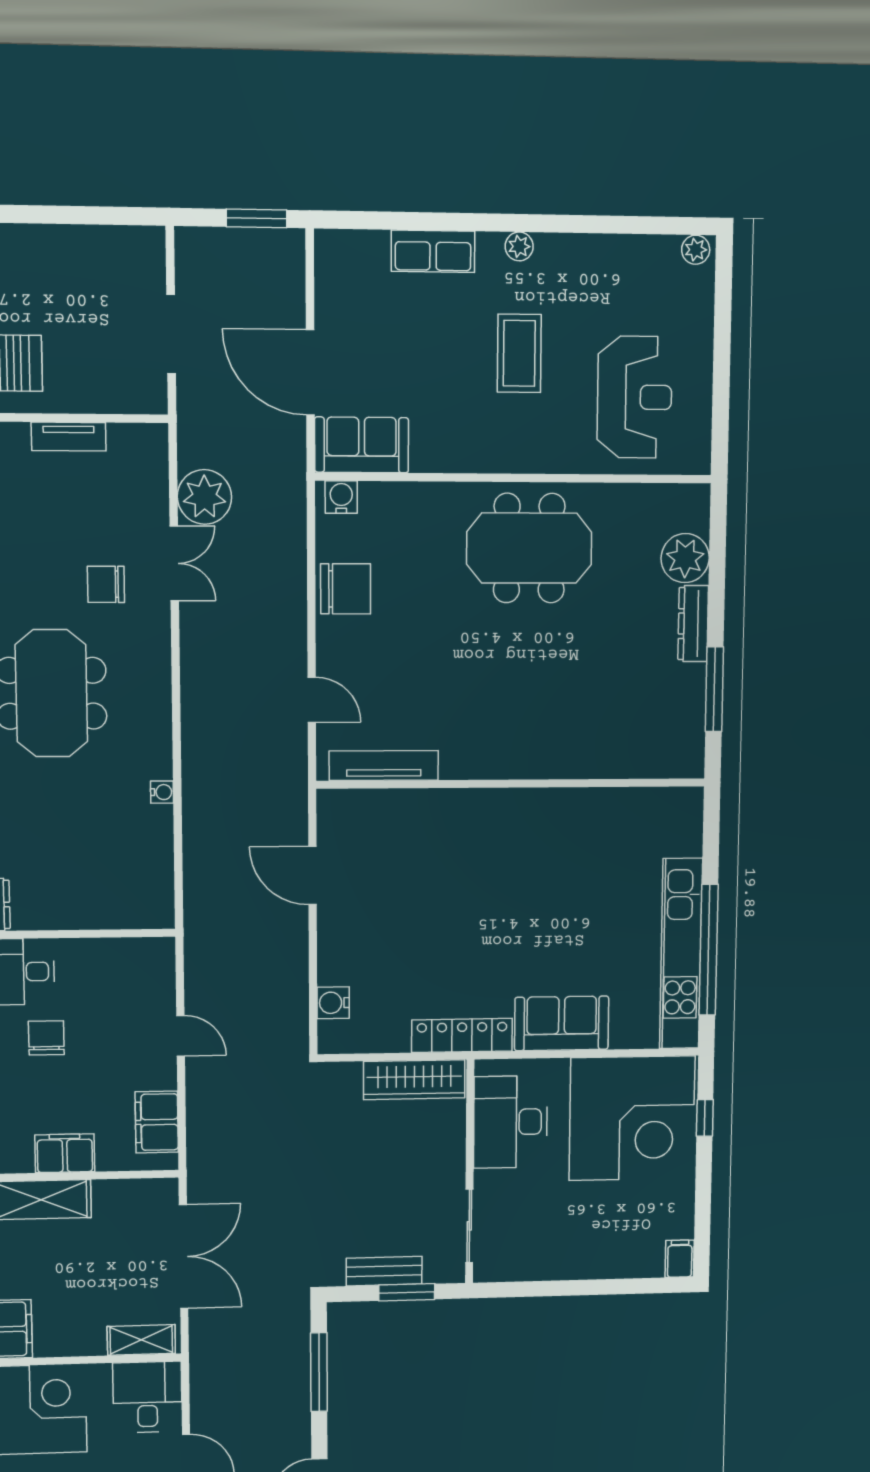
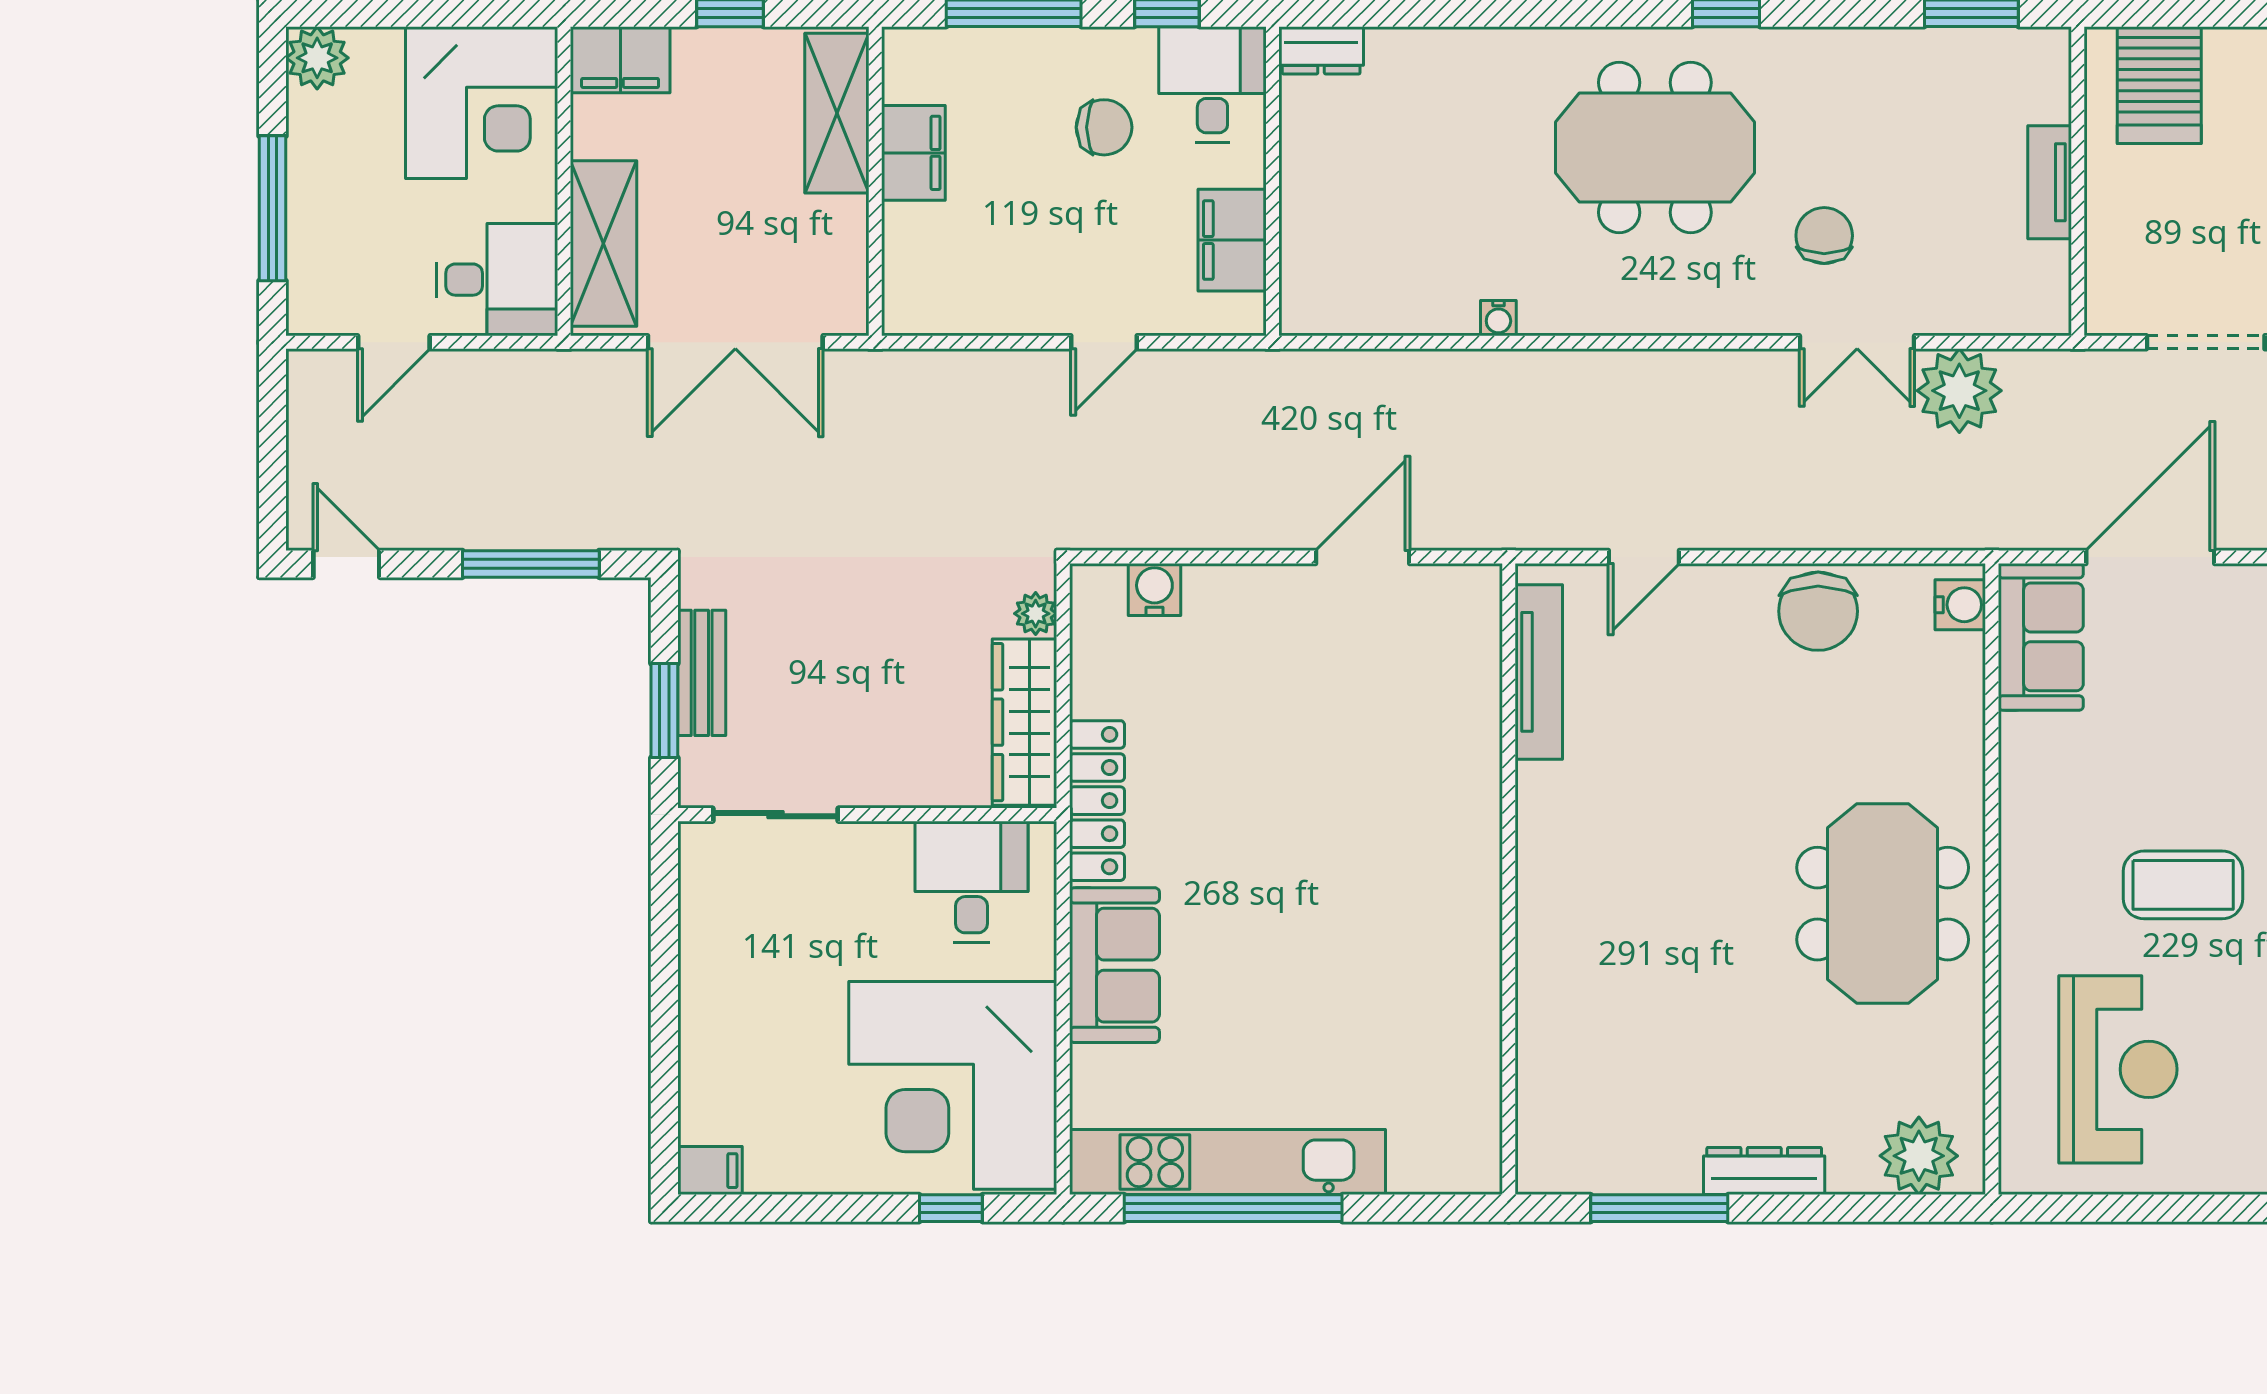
reception desk: (635, 397) -> (2118, 1069), turned -90
plant: (685, 558) -> (1919, 1156), moved
plant: (348, 1074) -> (1036, 614), added
filing cabinet: (157, 1122) -> (1232, 240), moved, turned -90
desk: (510, 1122) -> (972, 882), width x0.73
shelving: (141, 1340) -> (604, 243), width x1.50, depth x1.33

